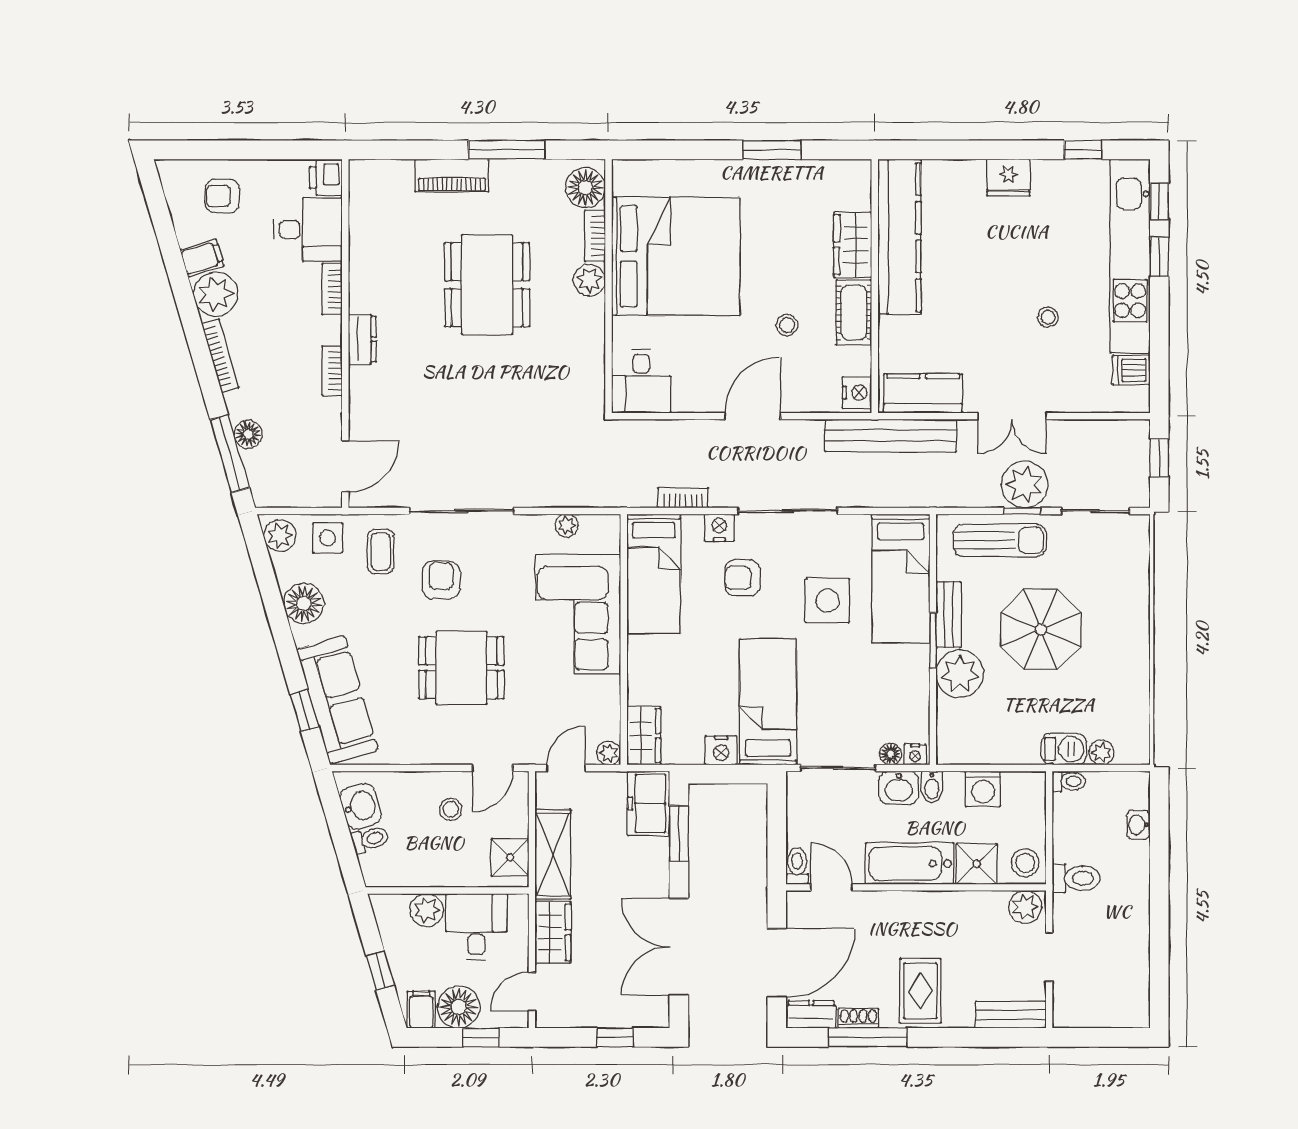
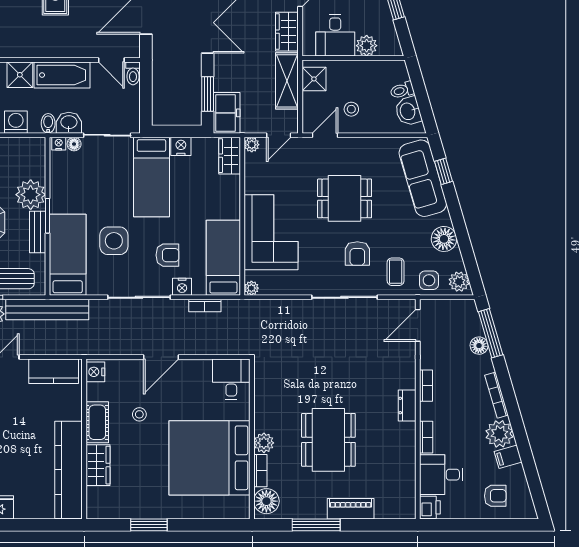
bench: (891, 435) -> (47, 309), moved
plant: (567, 525) -> (251, 288), moved

